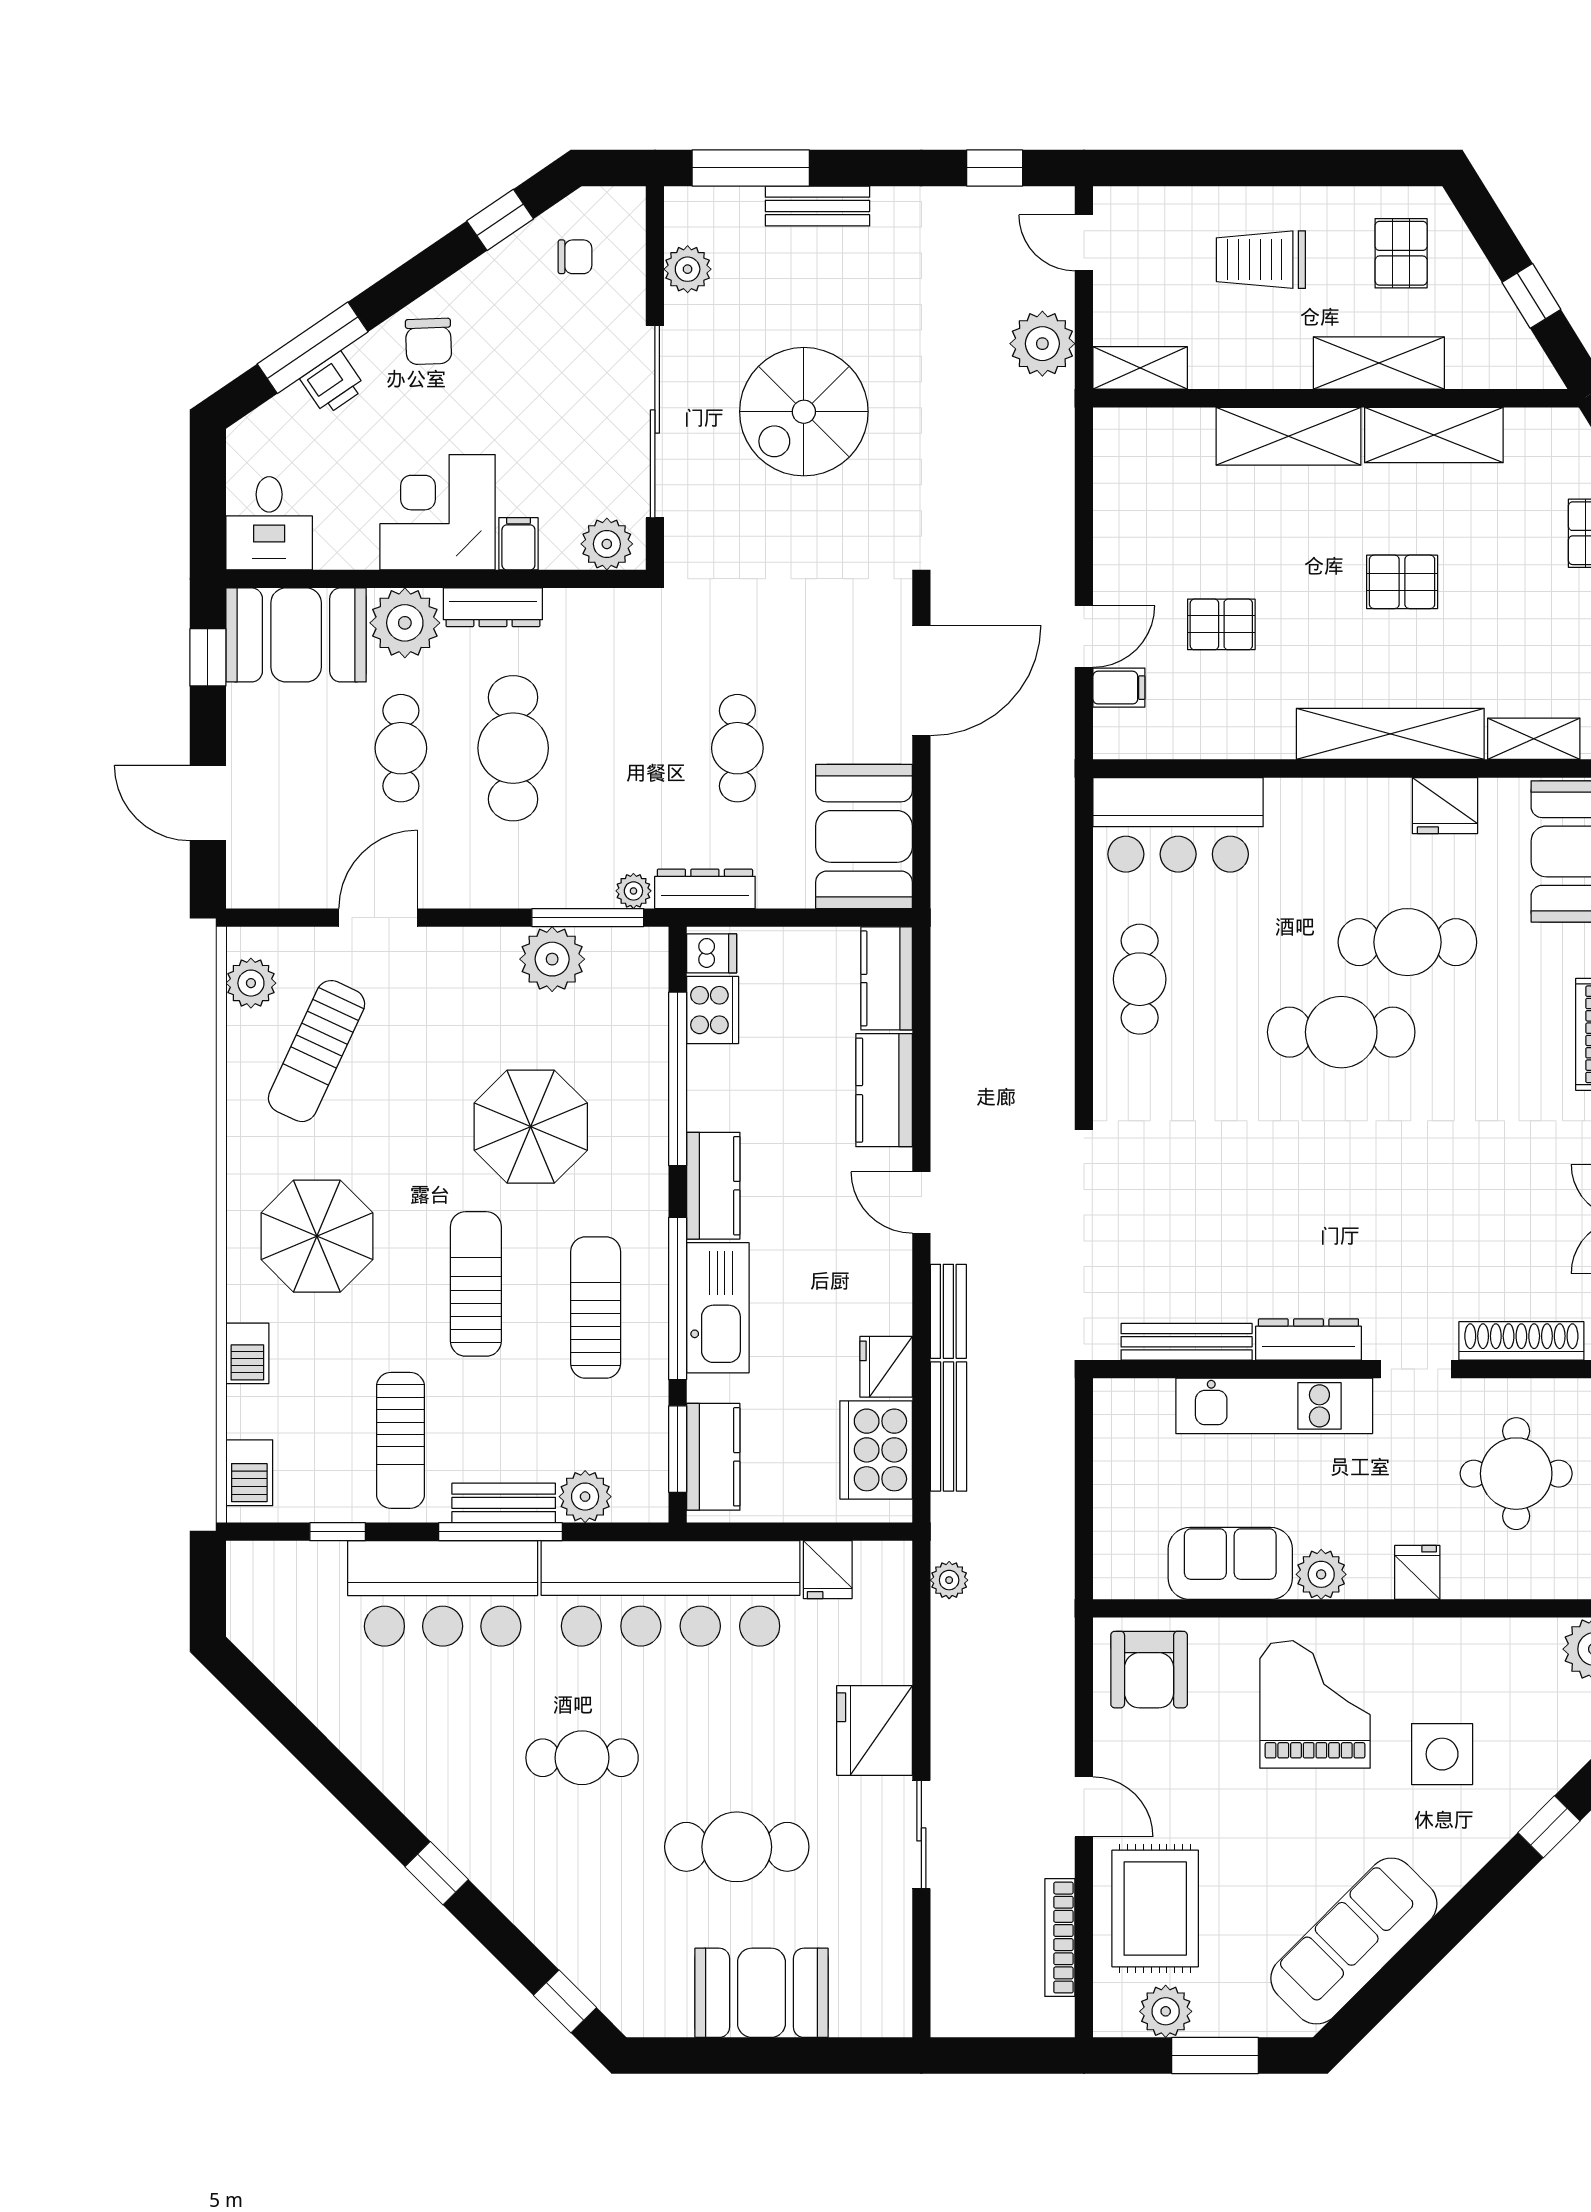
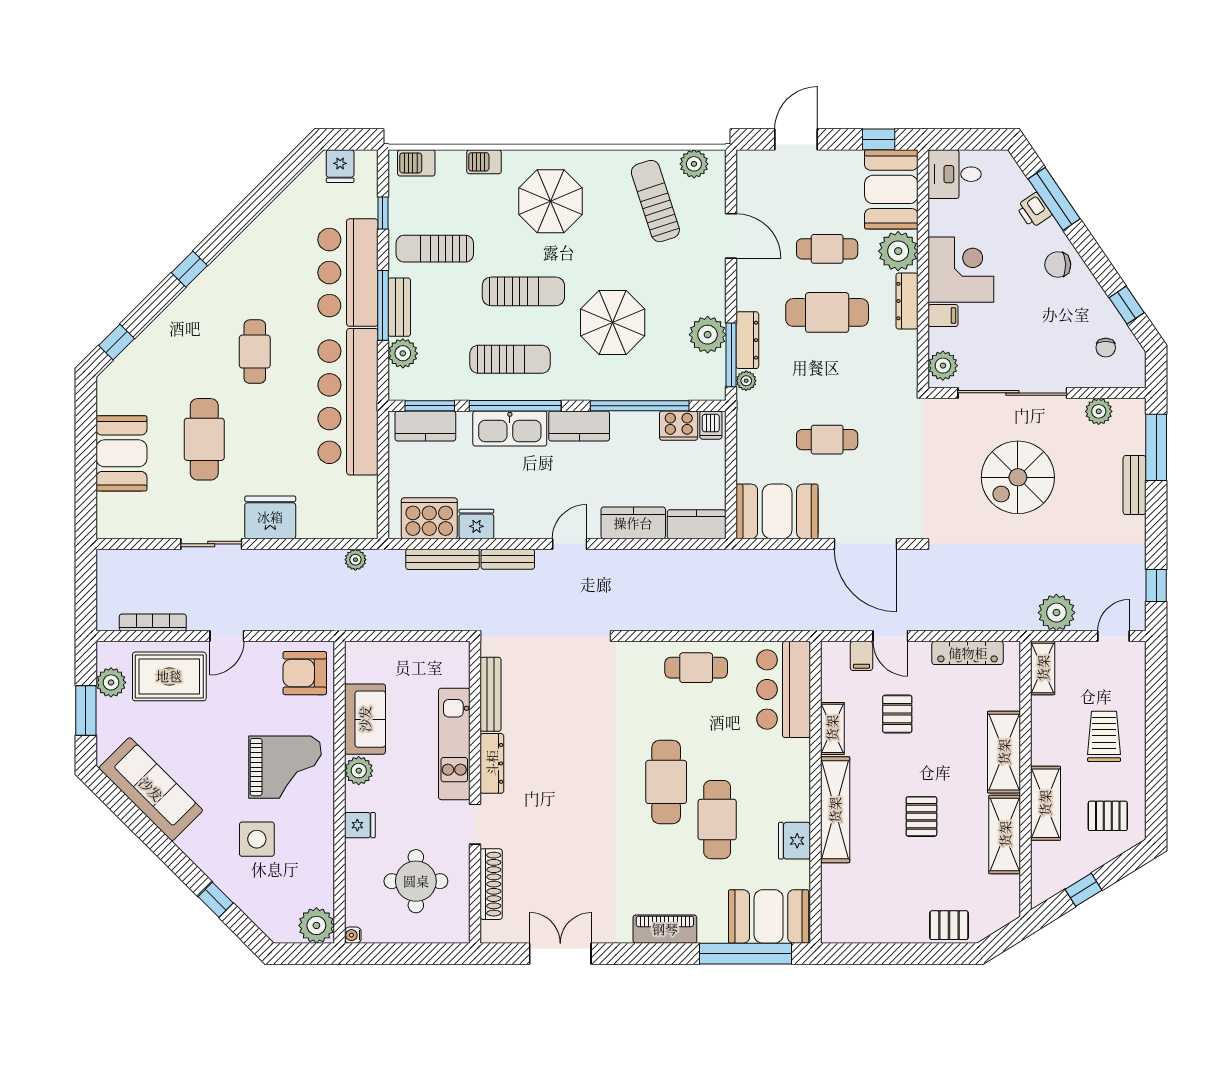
spiral stairs: (804, 412) -> (1018, 477), turned -90
locker: (1114, 501) -> (968, 653), added
shelving: (1534, 739) -> (832, 728), moved
dresser: (705, 889) -> (747, 340), moved
sun lounger: (317, 1051) -> (655, 201), turned 47
fridge: (828, 1570) -> (340, 166), moved, turned -90

